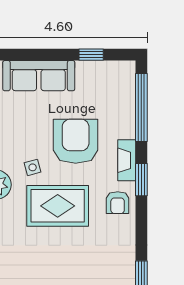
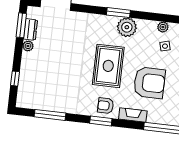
side table: (33, 167) -> (165, 46), moved
window: (141, 180) -> (101, 121), moved

